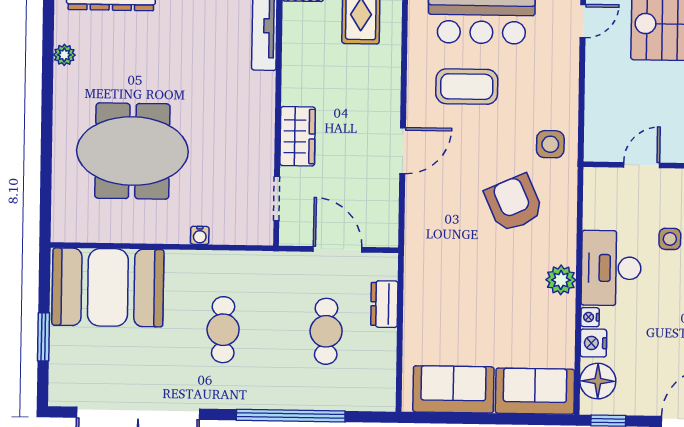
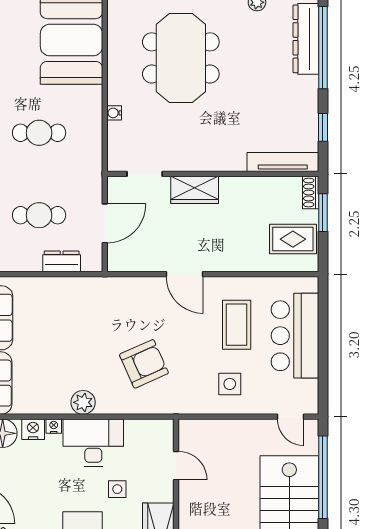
side table: (550, 144) -> (230, 384), moved

